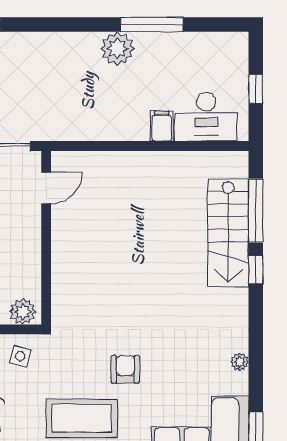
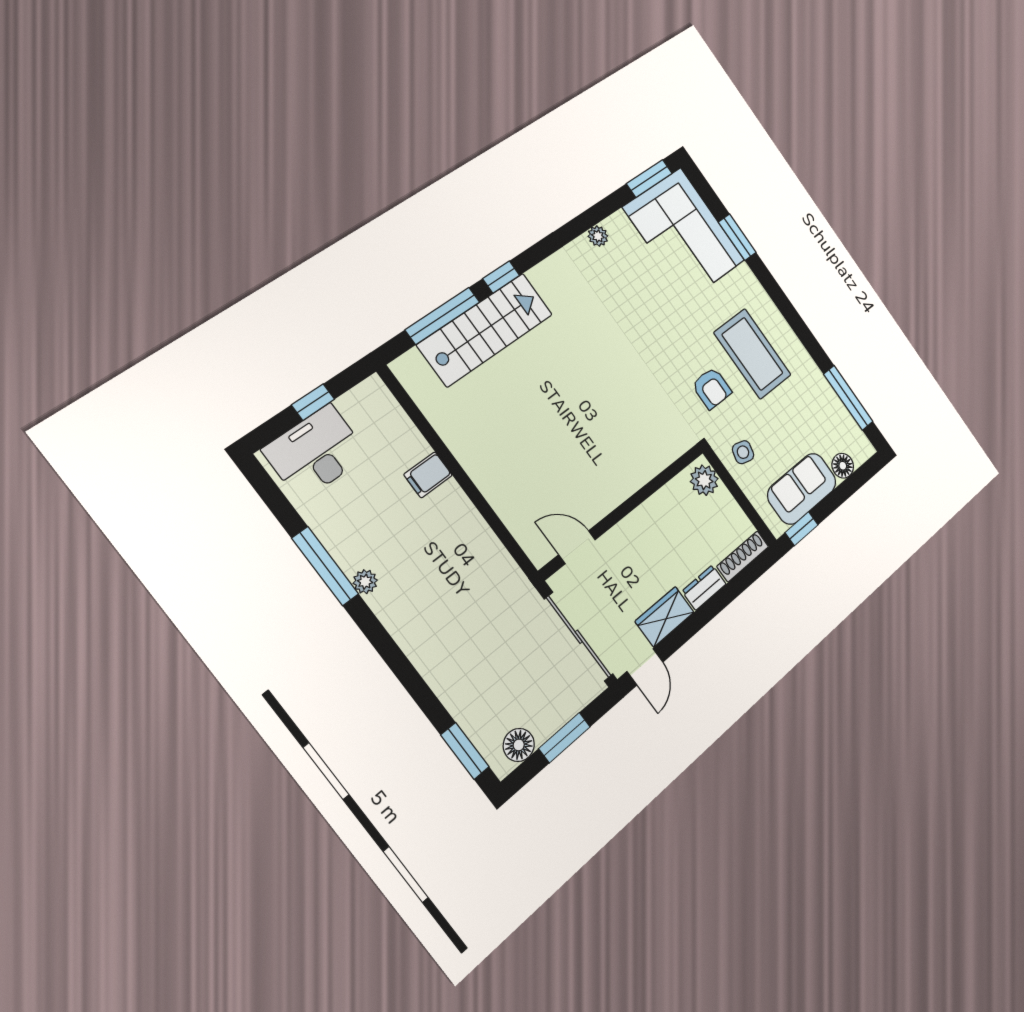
plant: (117, 49) -> (365, 582), width x0.53, depth x0.53
desk: (206, 117) -> (316, 452), moved, turned -90
armchair: (125, 369) -> (712, 388), moved, turned -90

